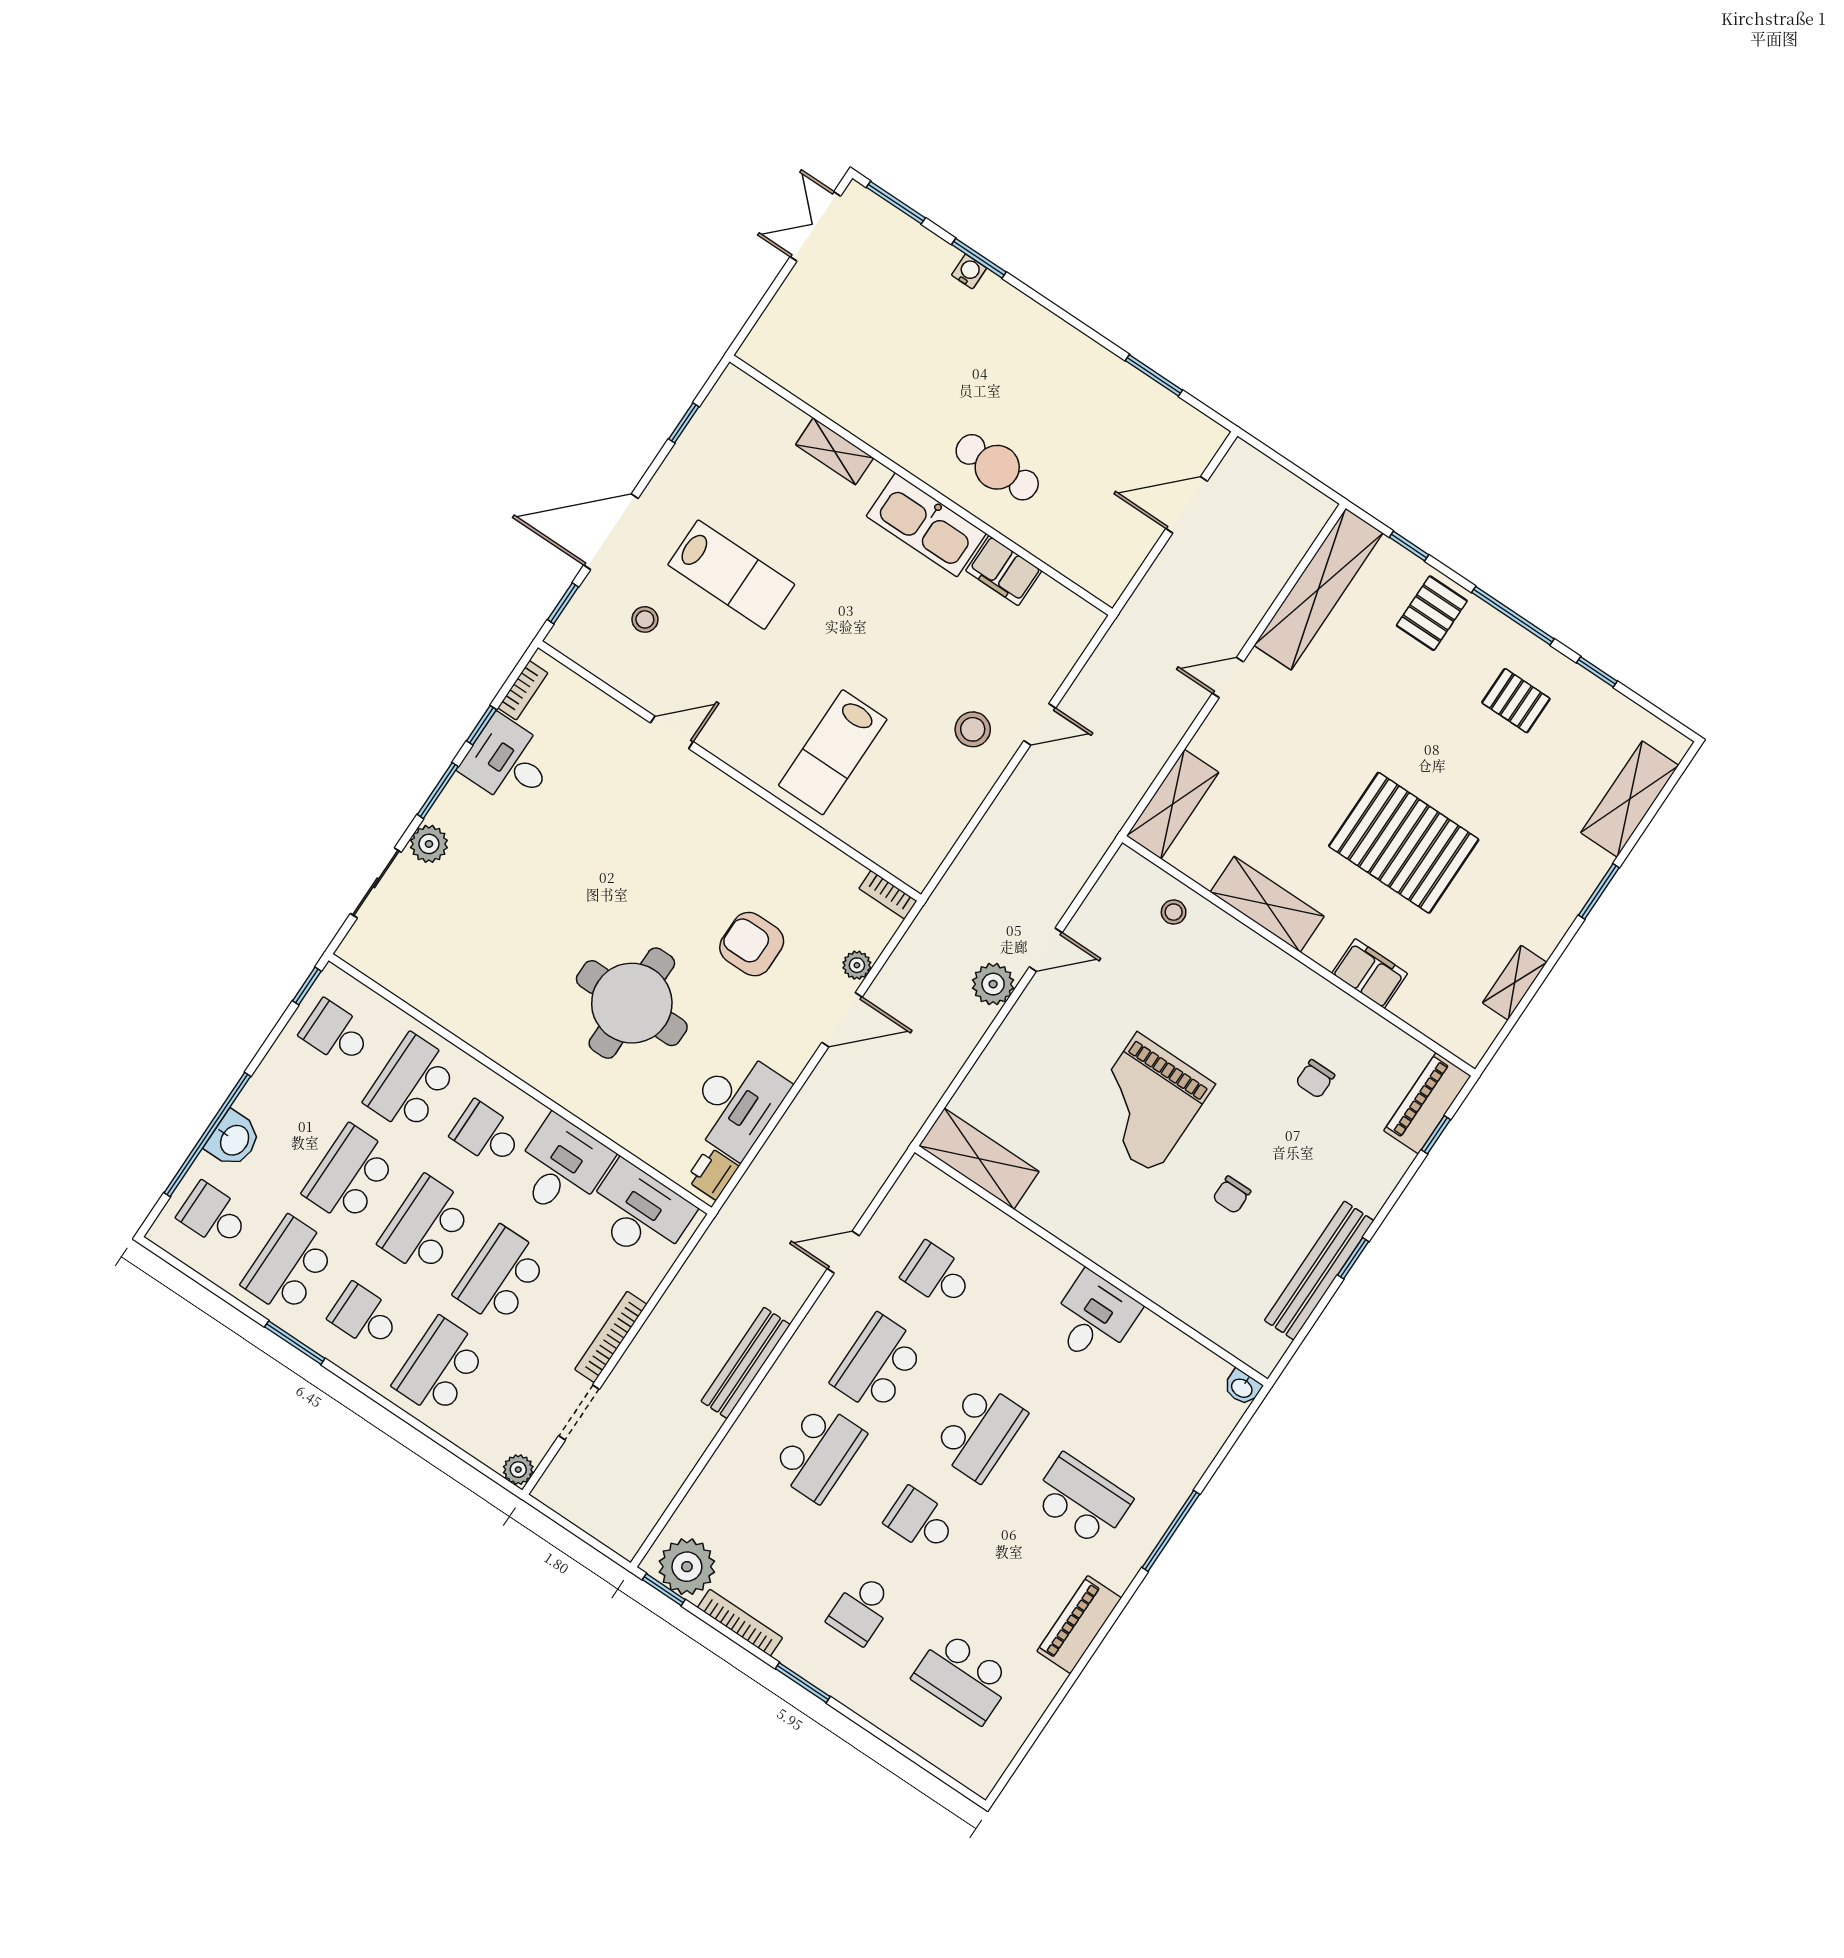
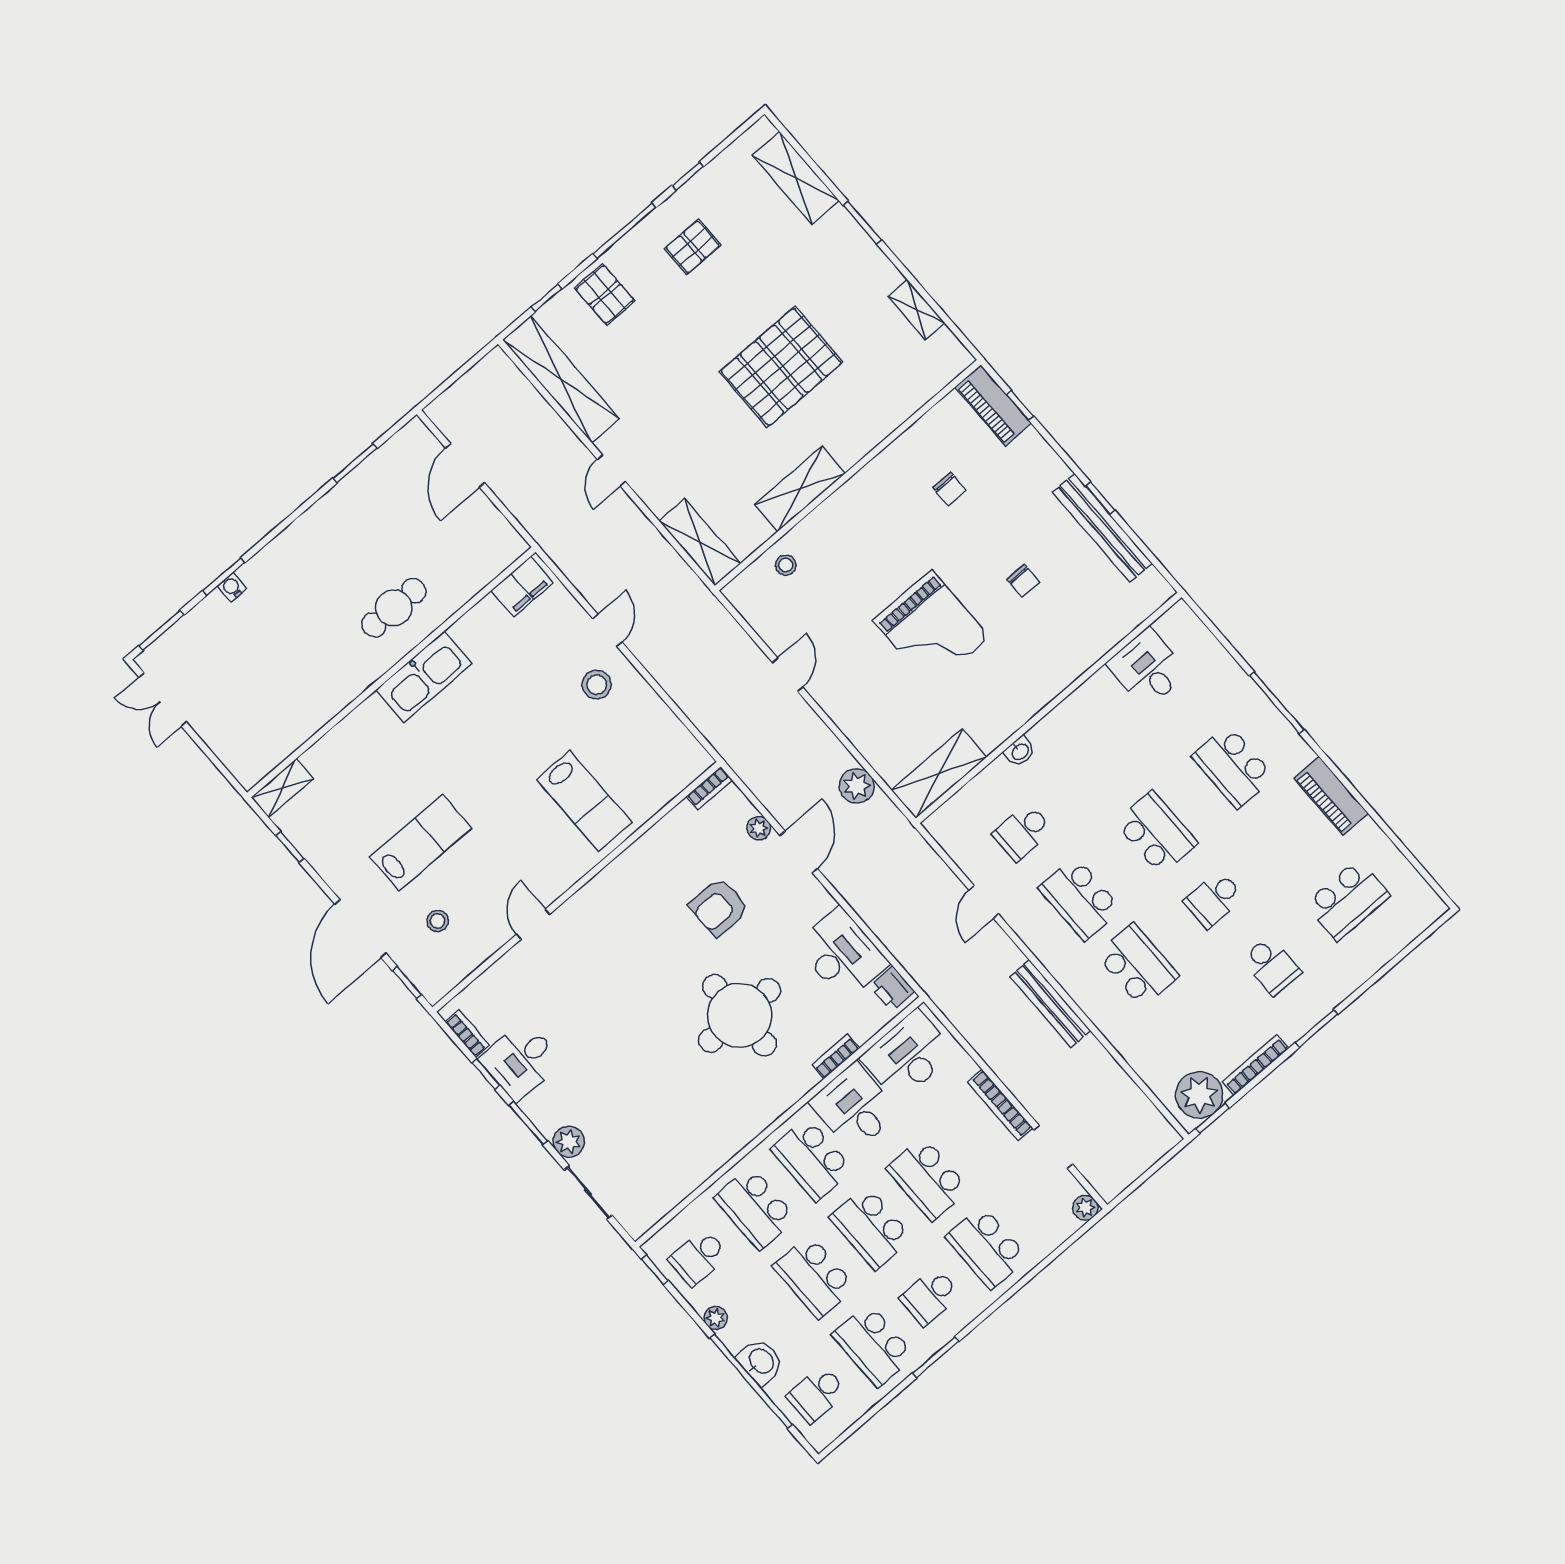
shelving: (835, 451) -> (282, 788), moved
filing cabinet: (1004, 571) -> (522, 587), moved
filing cabinet: (1370, 973) -> (877, 423), removed
plant: (993, 984) -> (857, 786), moved
plant: (270, 1073) -> (716, 1318), added
bookcase: (615, 1129) -> (836, 1056), added
school desk: (487, 1134) -> (812, 1159), width x1.85
desk: (1094, 1318) -> (1147, 668), moved
washbasin: (1242, 1387) -> (1020, 751), moved
school desk: (1082, 1500) -> (1233, 767), turned -90

